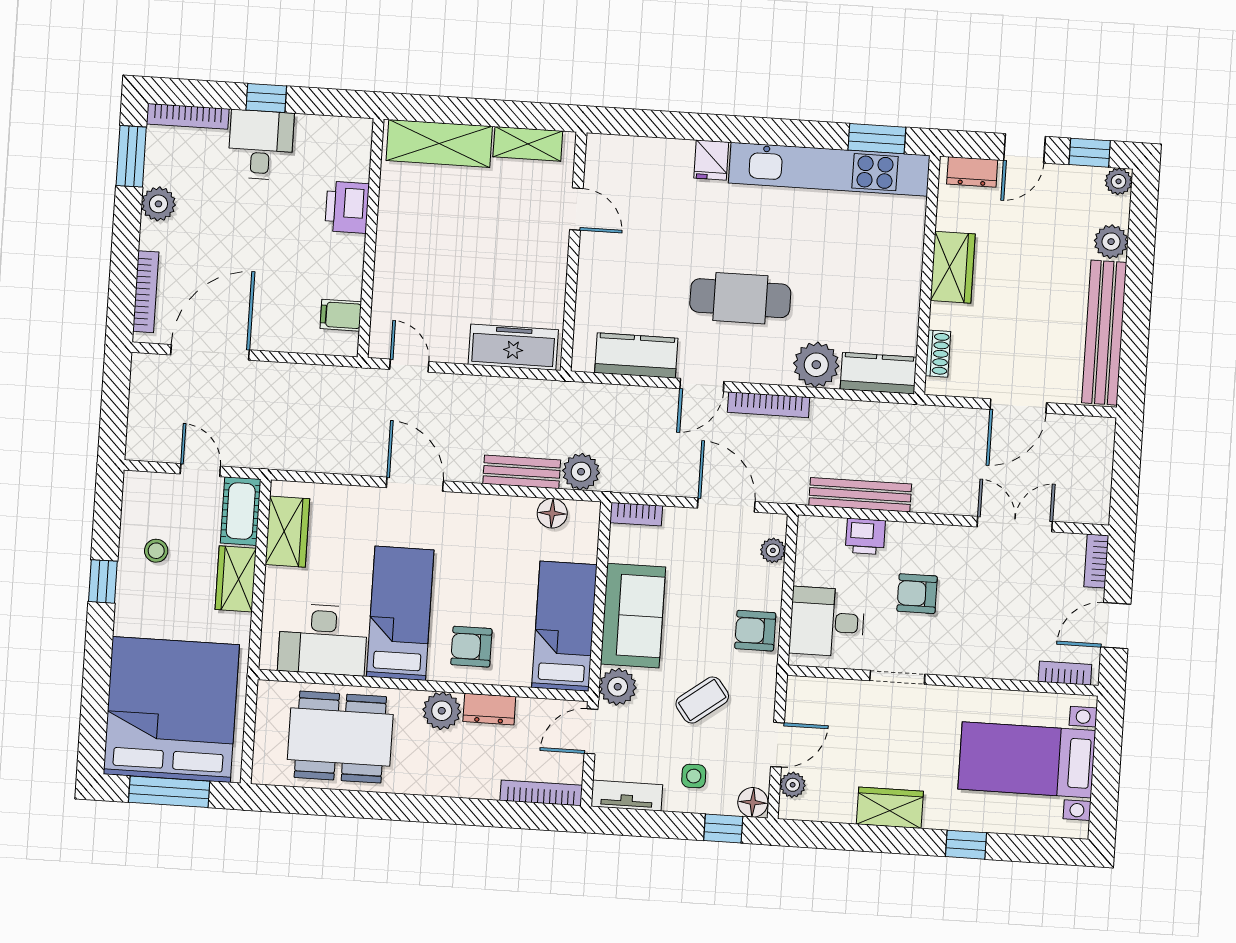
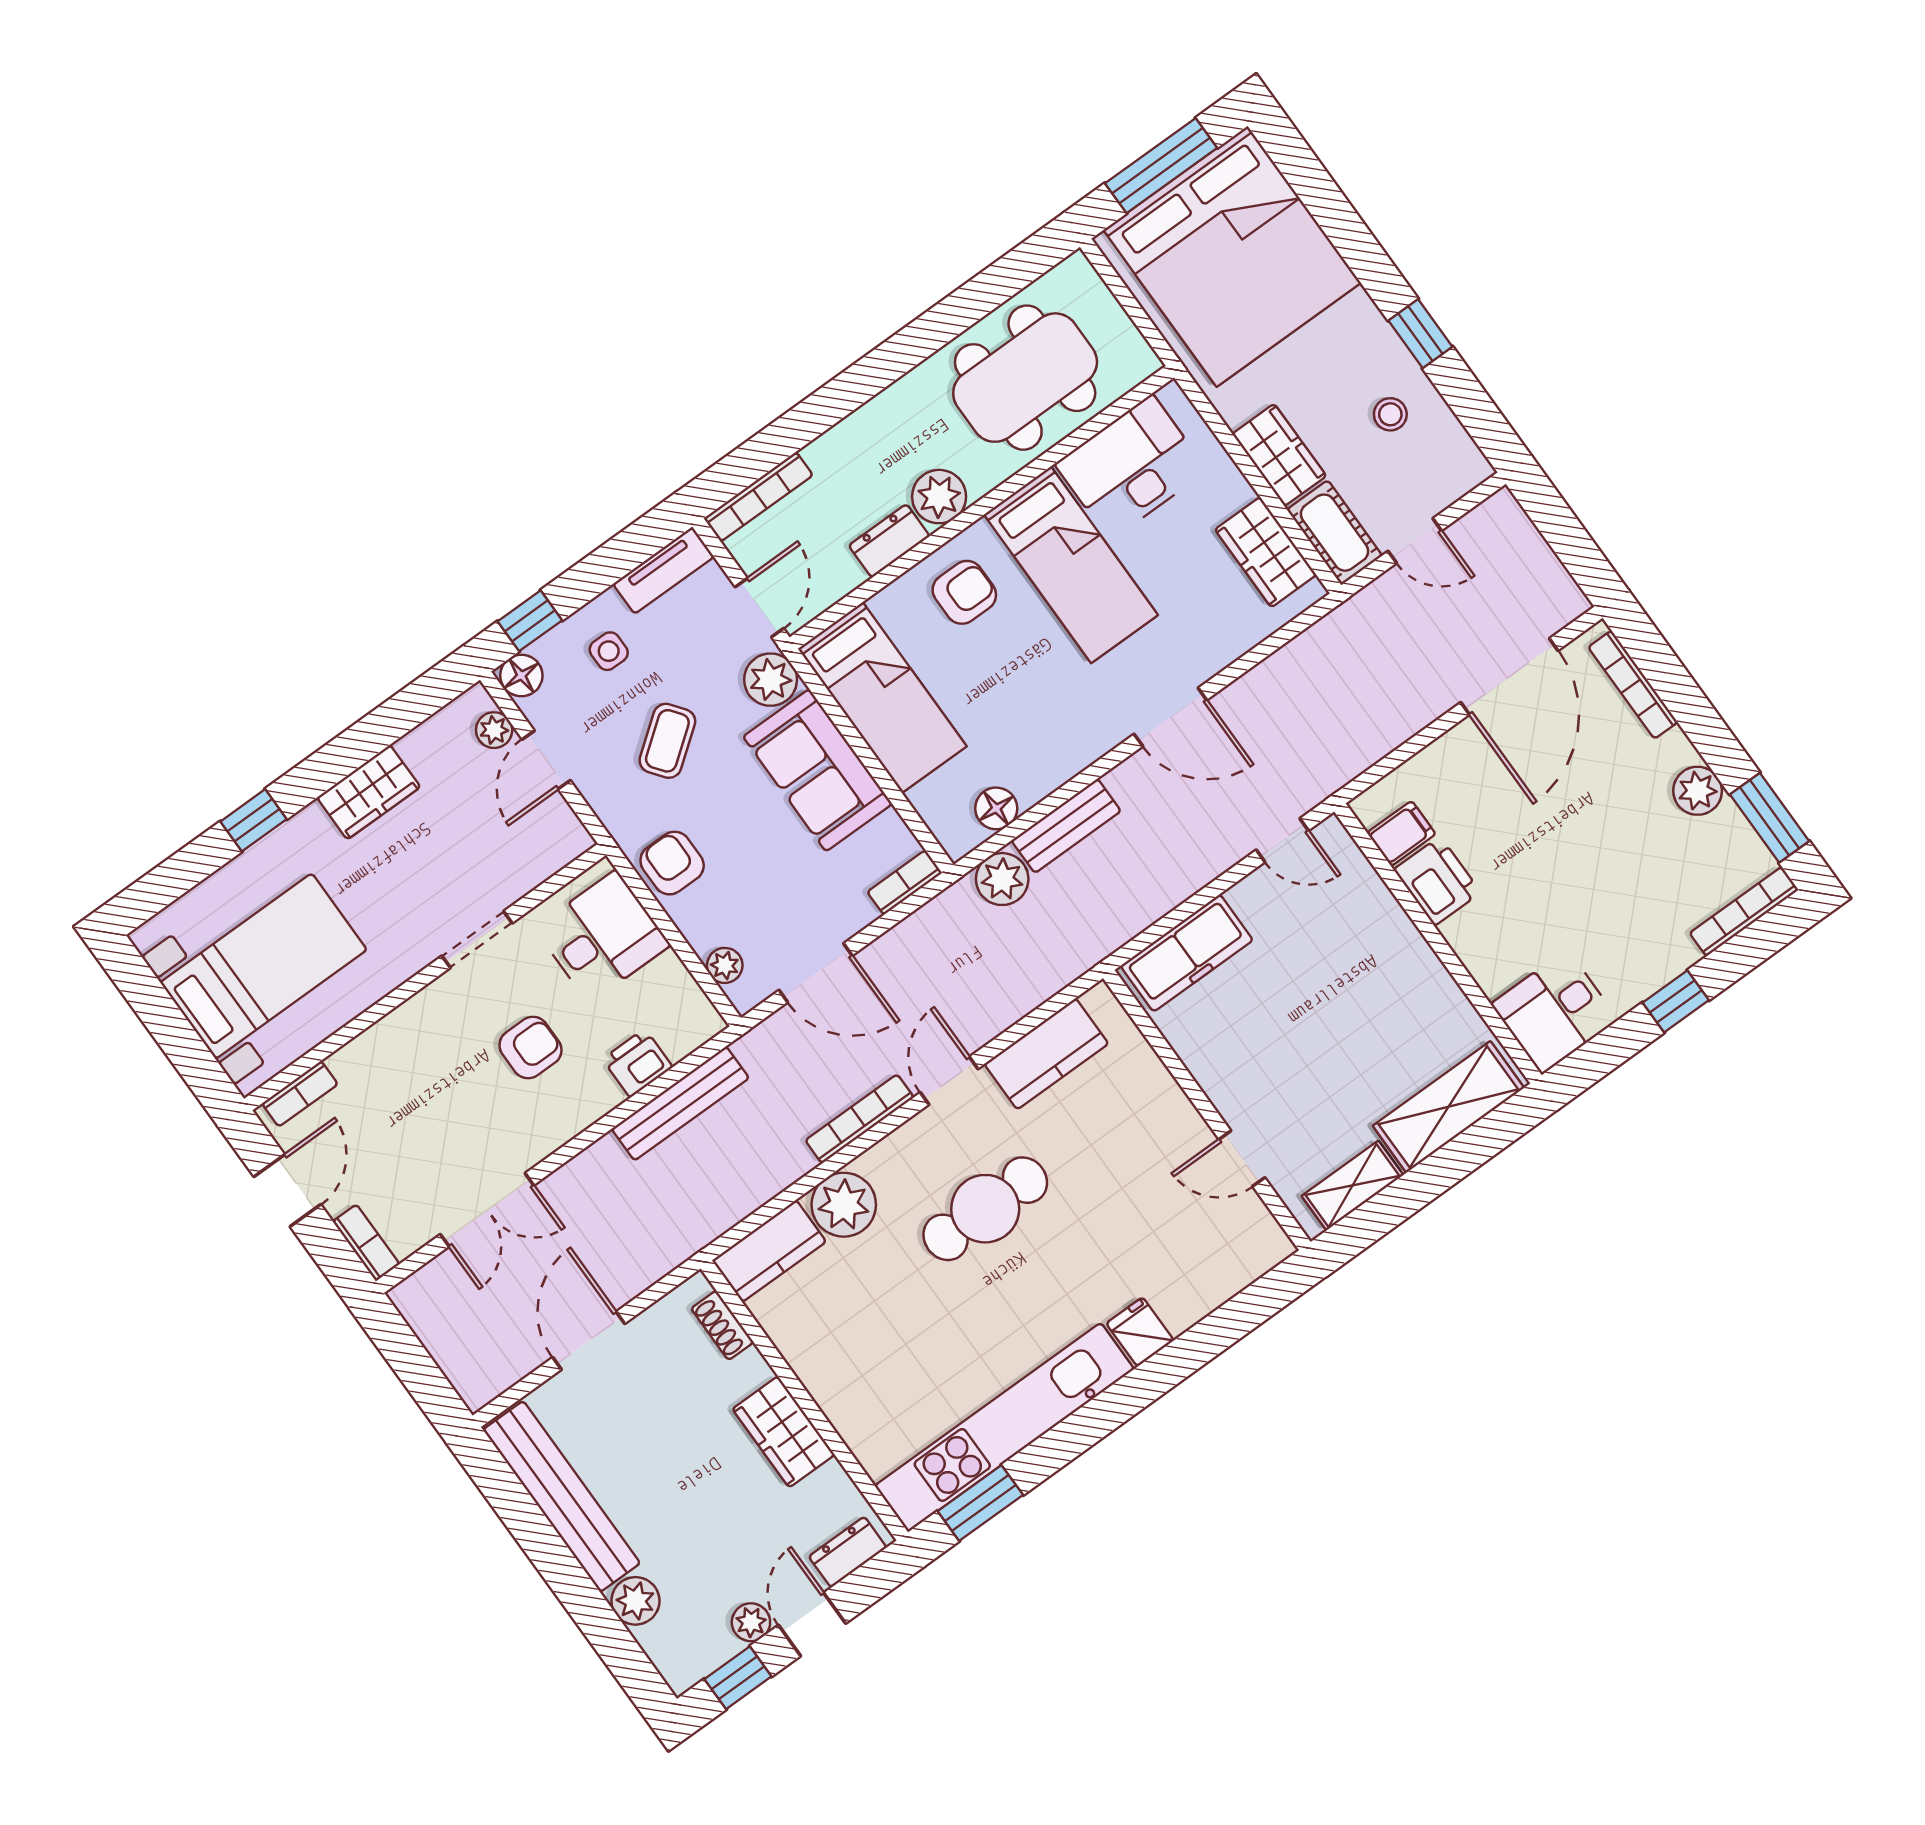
desk: (261, 145) -> (1554, 1012), moved, turned 90
plant: (1119, 181) -> (751, 1622), moved
printer: (347, 207) -> (1437, 881), moved
armchair: (755, 631) -> (672, 863), turned -90

